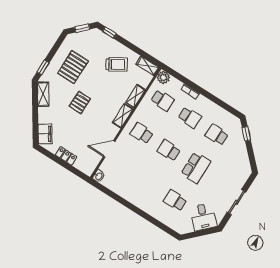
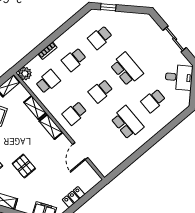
school desk: (190, 118) -> (74, 60), turned 180
washbasin: (99, 176) -> (104, 170), removed
school desk: (148, 183) -> (127, 123), added

